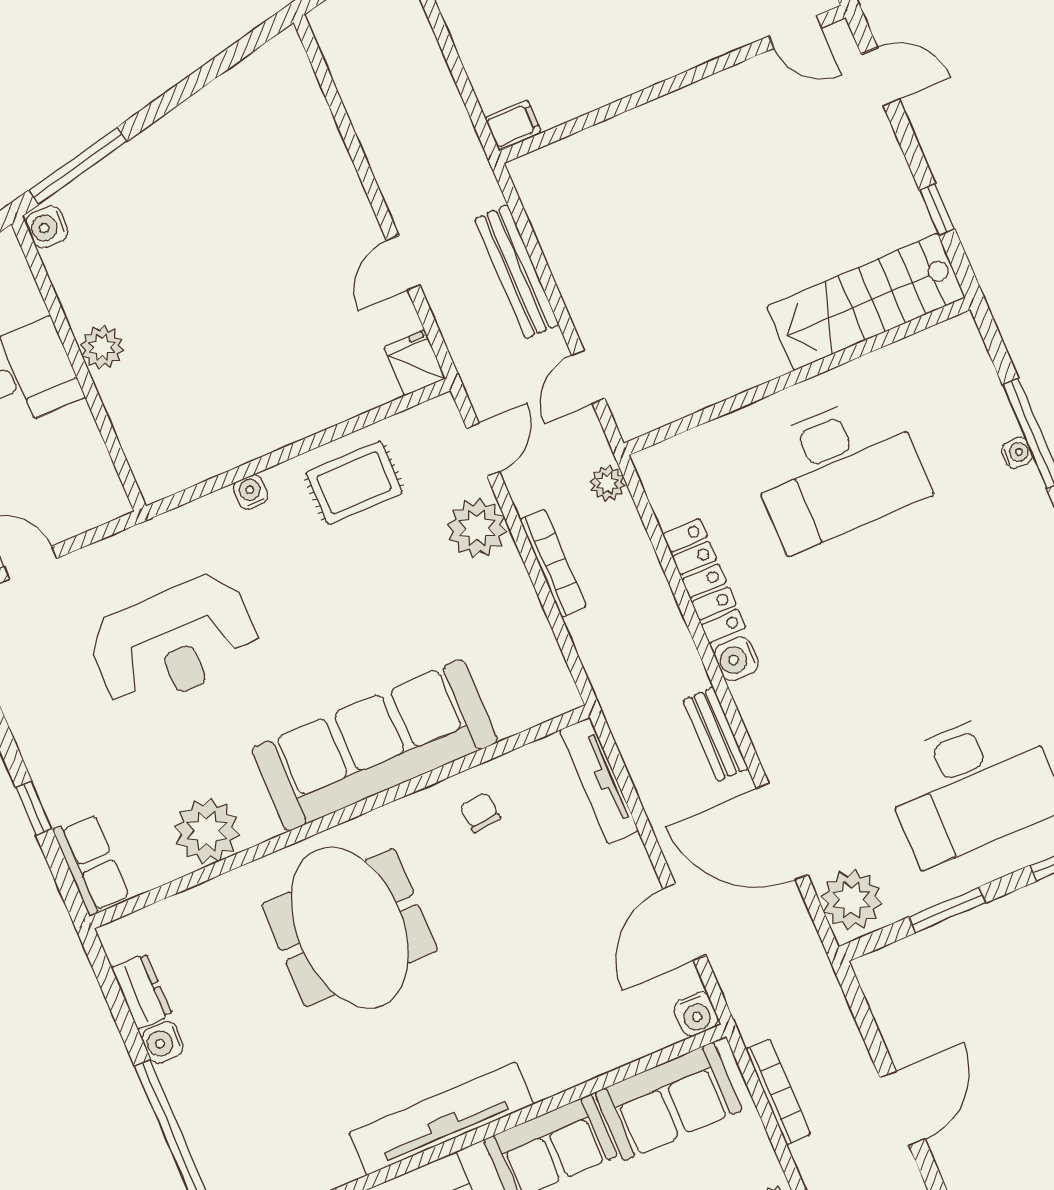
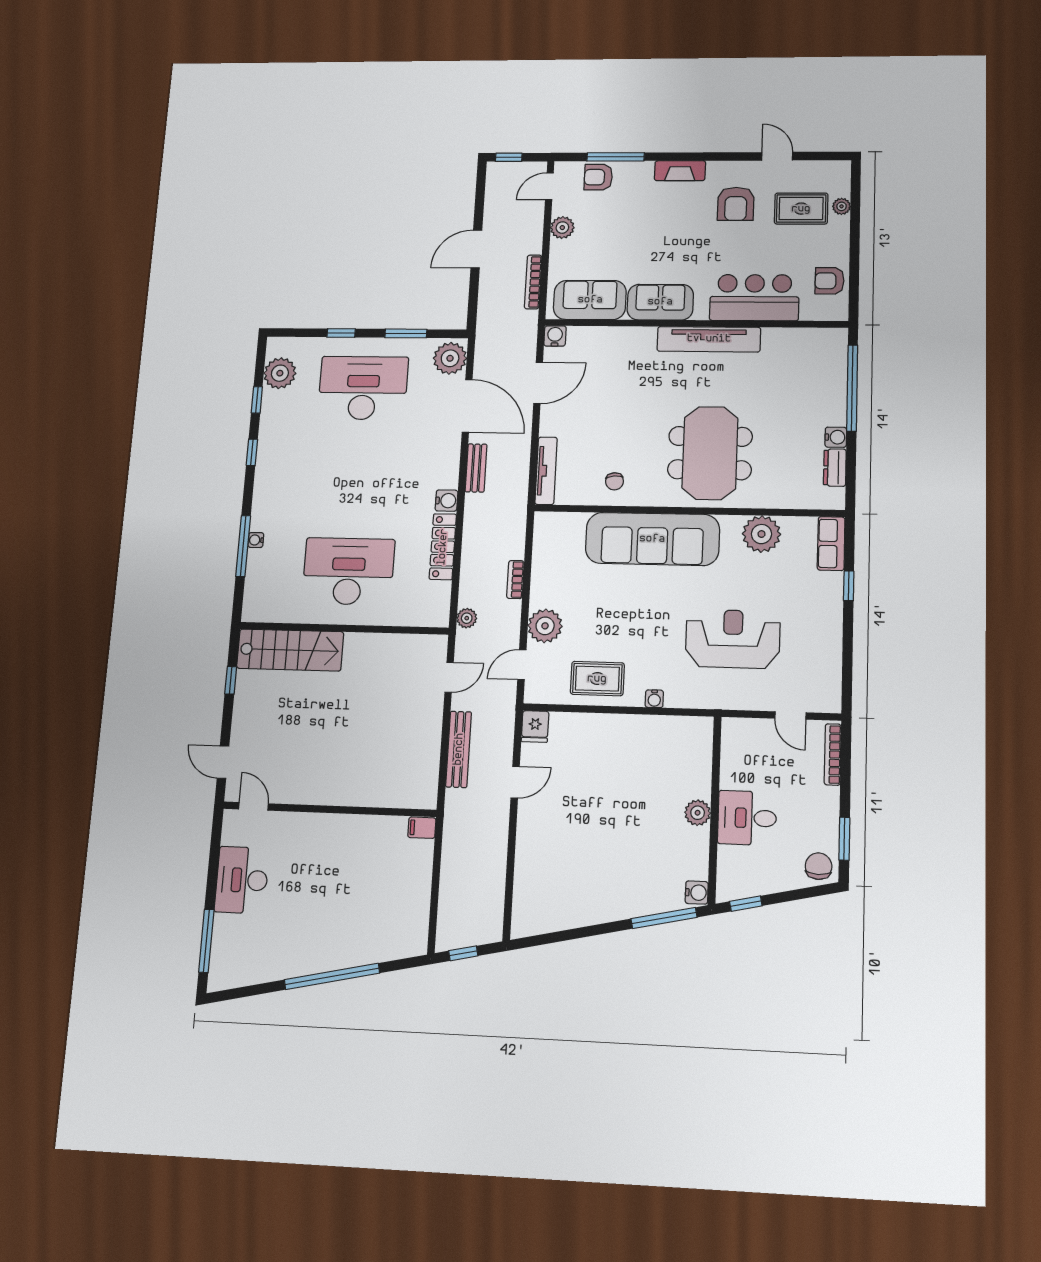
bookcase: (553, 563) -> (515, 580), width x0.64

